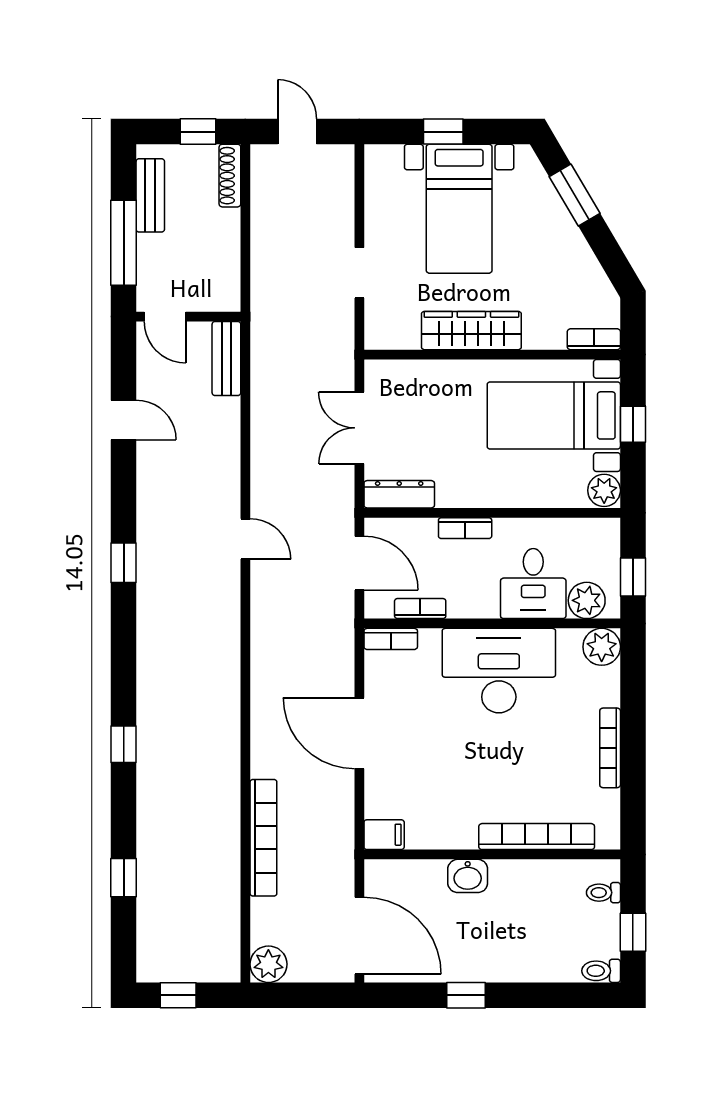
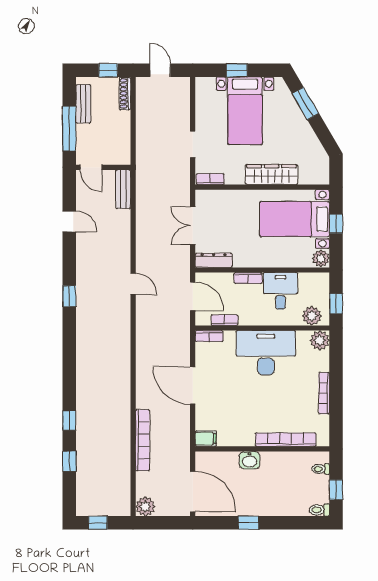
wardrobe: (471, 331) -> (272, 175), moved
bookcase: (594, 339) -> (210, 179), moved
desk: (533, 584) -> (280, 291), moved, turned 180
window: (124, 744) -> (69, 421), moved

